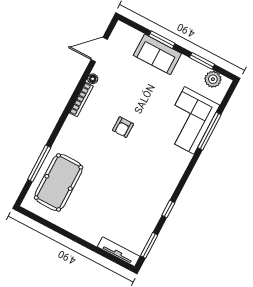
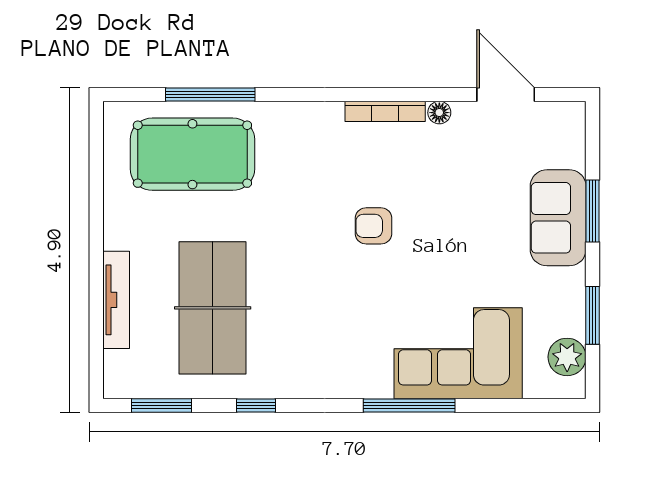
window: (209, 131) -> (409, 406), moved
table tennis table: (122, 206) -> (213, 308), added
tv unit: (119, 252) -> (116, 300), moved

